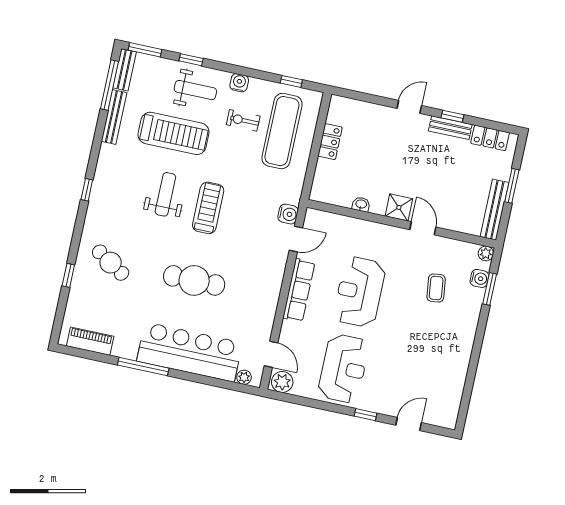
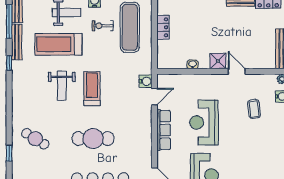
treadmill: (173, 133) -> (58, 44), turned 180
window: (87, 190) -> (9, 63), moved
weight bench: (165, 194) -> (62, 86), turned 180

